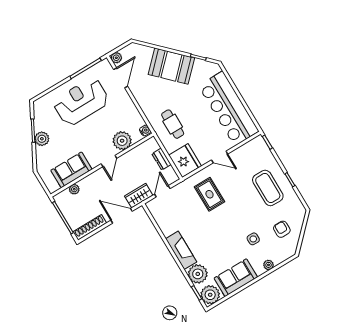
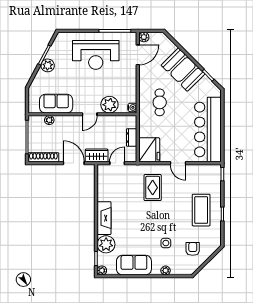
reception desk: (81, 102) -> (96, 55), turned 180
cafe table: (173, 124) -> (160, 102), moved
plant: (210, 295) -> (102, 270), width x0.53, depth x0.53

